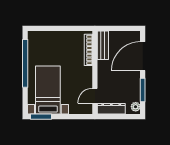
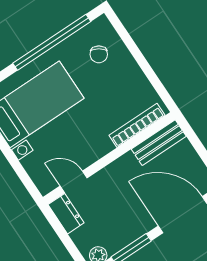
chair: (45, 46) -> (99, 54), added
dresser: (111, 109) -> (66, 214), width x0.70

